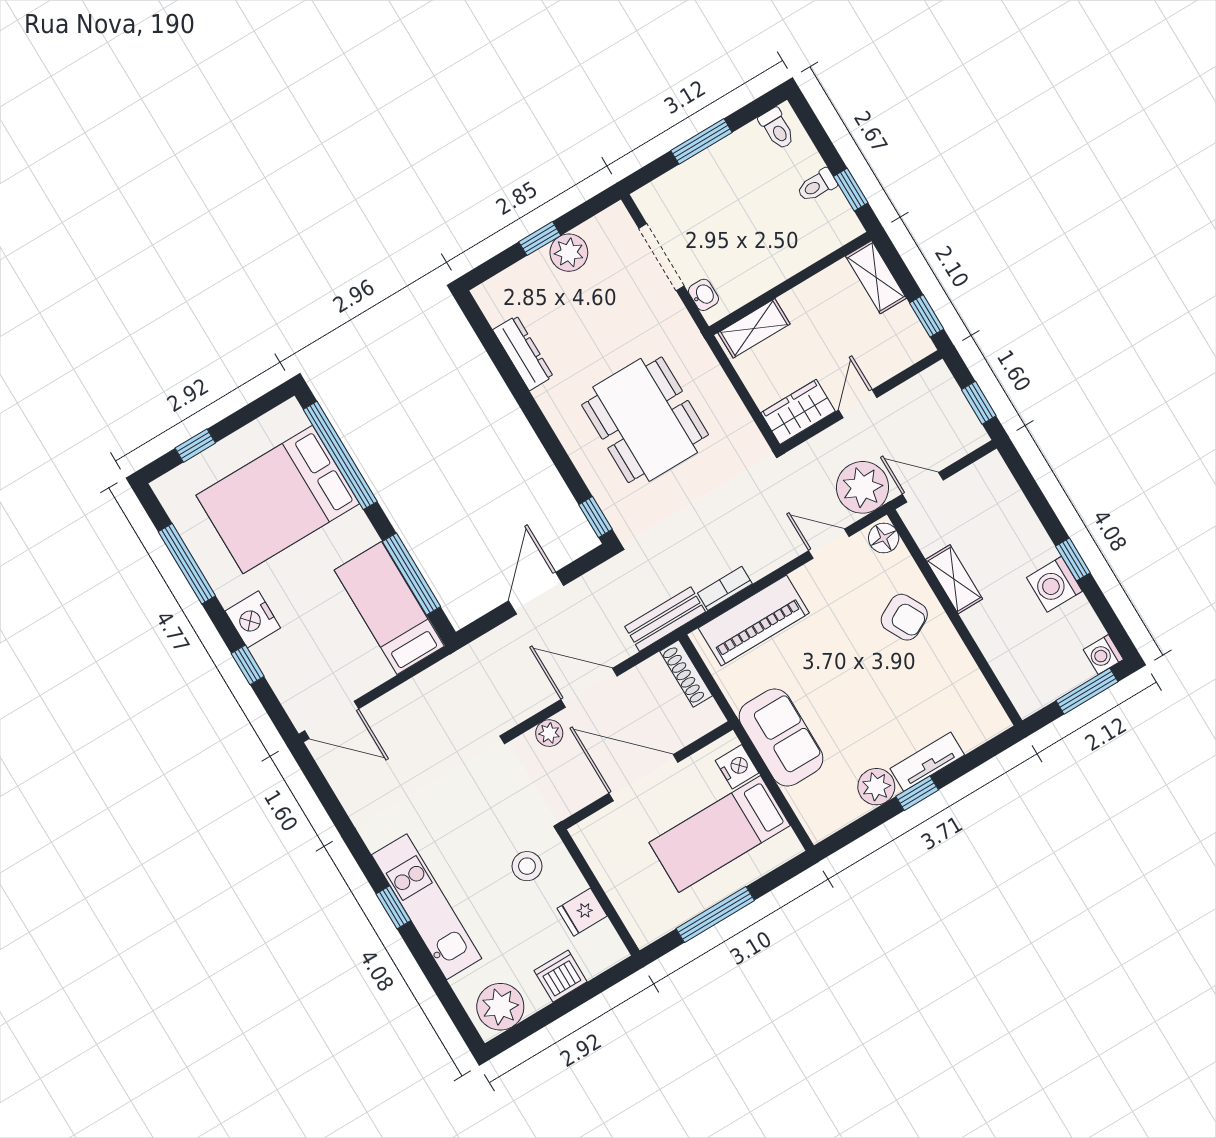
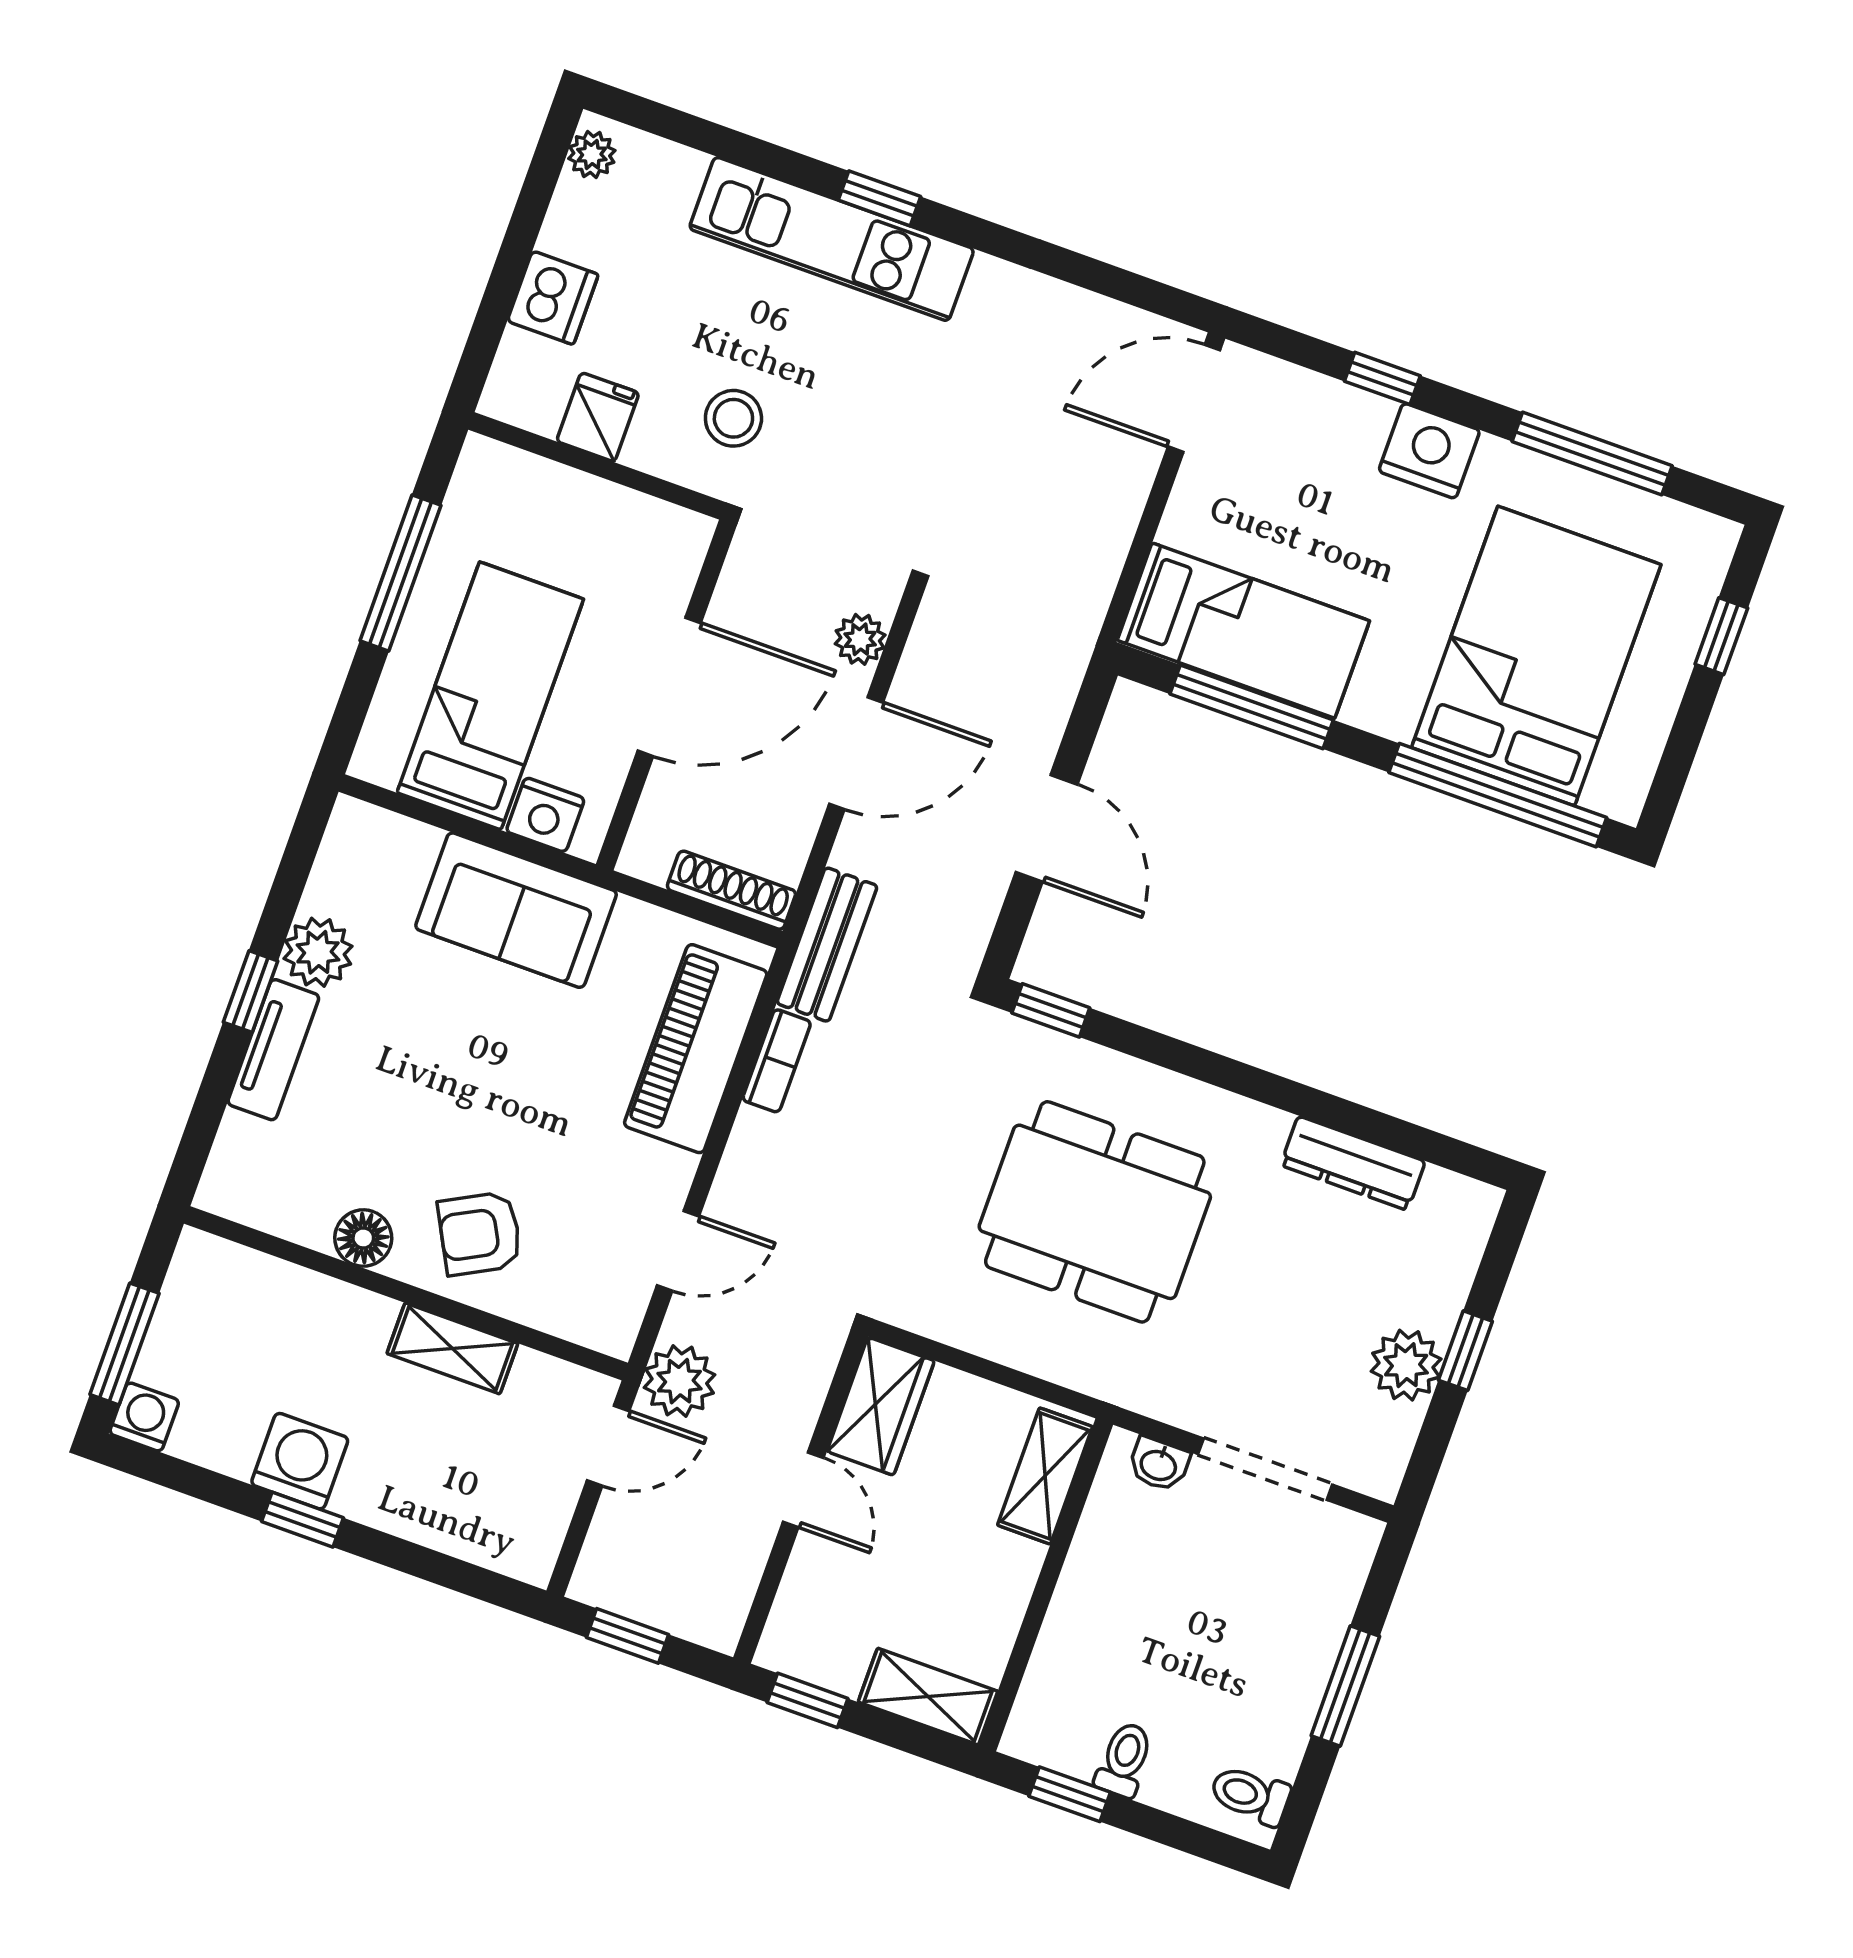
plant: (862, 487) -> (679, 1381), width x0.73, depth x0.73
floor lamp: (884, 538) -> (363, 1238), moved
plant: (500, 1007) -> (592, 155), width x0.53, depth x0.53

